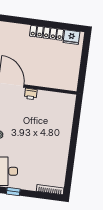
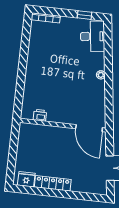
printer: (31, 94) -> (40, 115), moved

